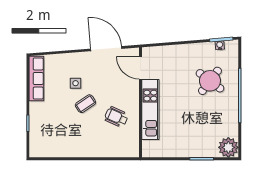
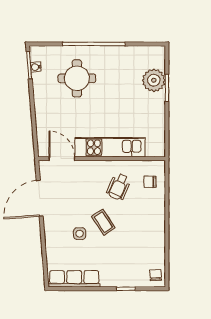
door: (140, 68) -> (62, 159), swing flipped
round table: (210, 81) -> (77, 78), turned -37
chair: (120, 144) -> (150, 182), added
plant: (228, 147) -> (154, 80), moved
chair: (40, 149) -> (156, 275), added

